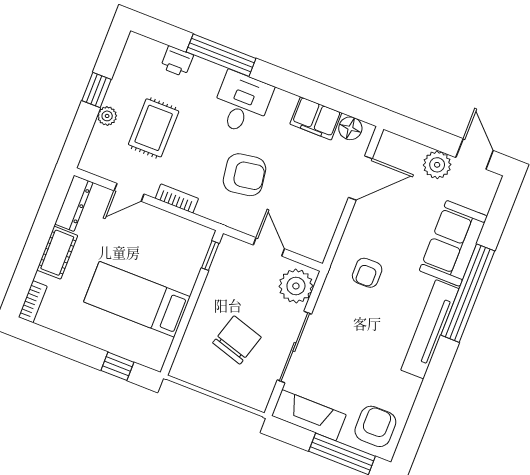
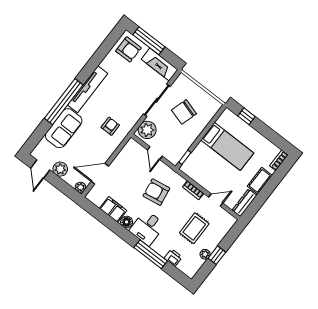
plant: (107, 116) -> (205, 254), moved
floor lamp: (350, 128) -> (127, 222), moved
plant: (389, 142) -> (81, 187), added
armchair: (375, 426) -> (128, 49), turned -90

